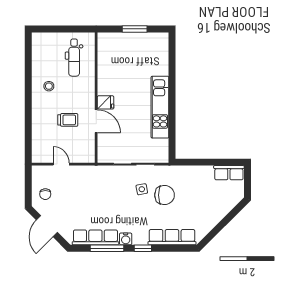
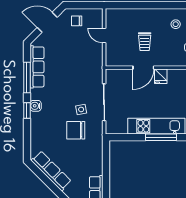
window: (172, 102) -> (161, 137), added
door: (61, 164) -> (104, 35), swing flipped
chair: (165, 195) -> (76, 130), turned 90
row of seats: (172, 237) -> (51, 171), moved, turned -45
water cooler: (126, 239) -> (36, 106), moved

